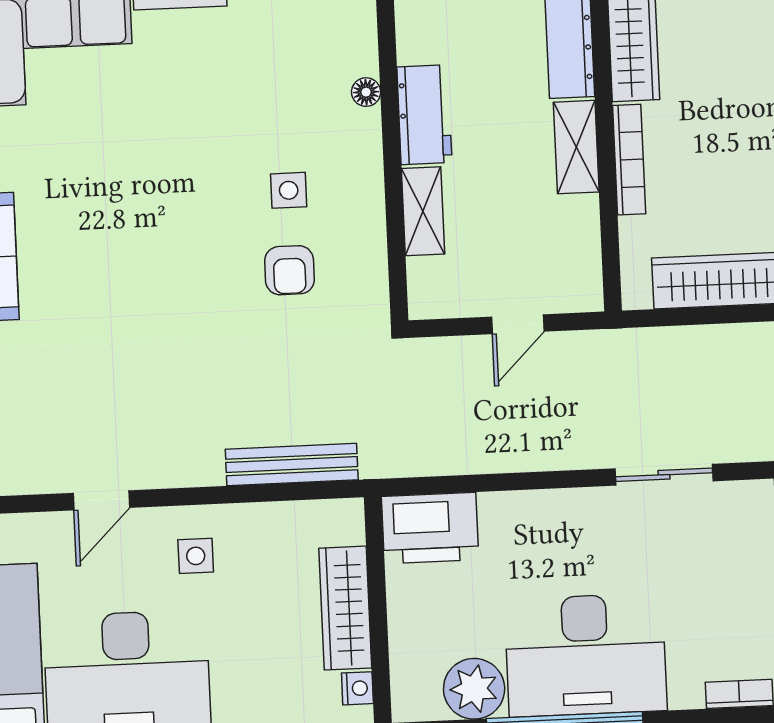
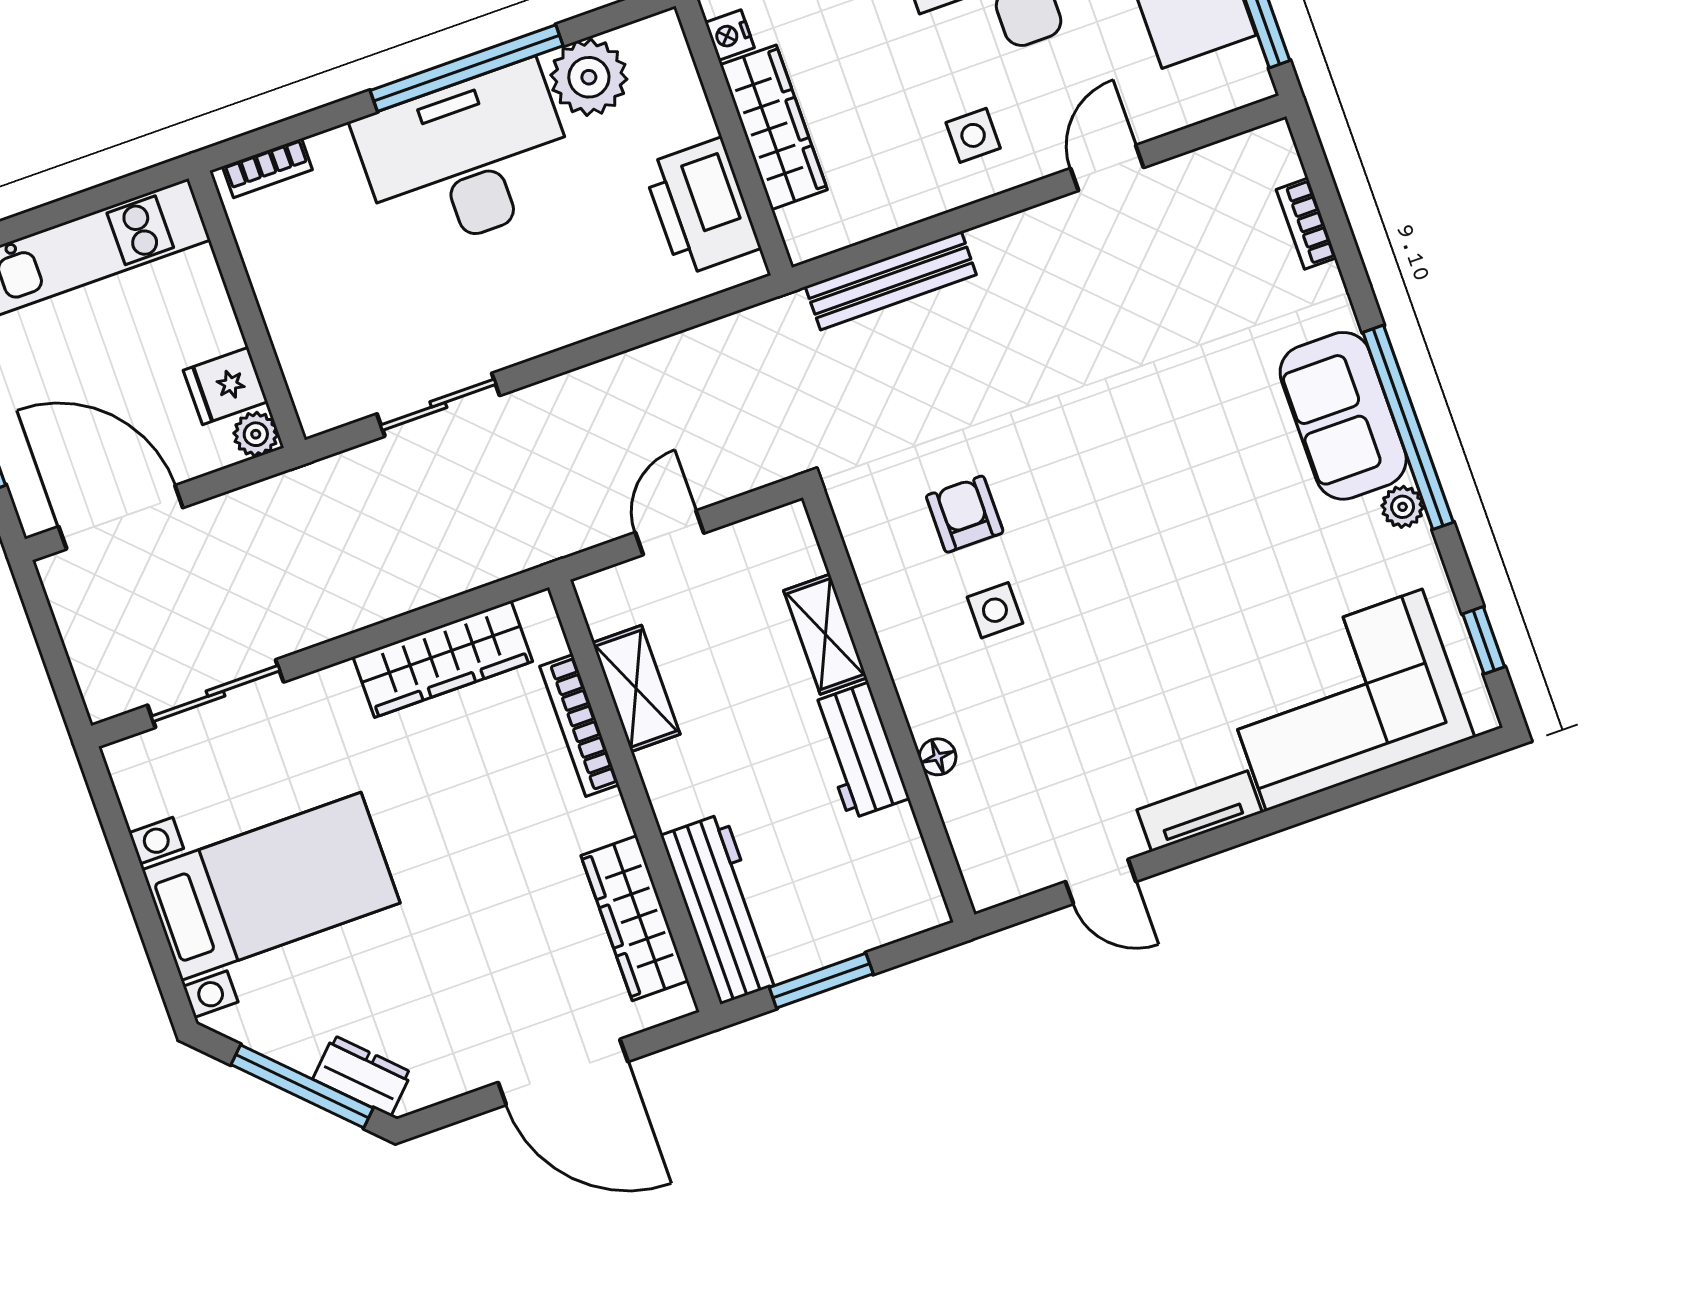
shelving: (576, 147) -> (636, 689), moved
bookcase: (629, 160) -> (579, 725), moved
printer: (430, 528) -> (702, 207), moved, turned -90

